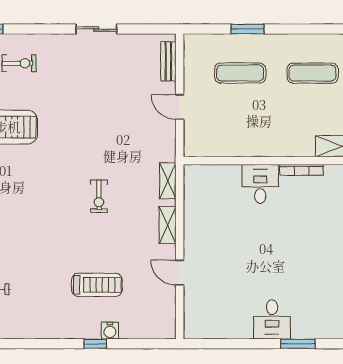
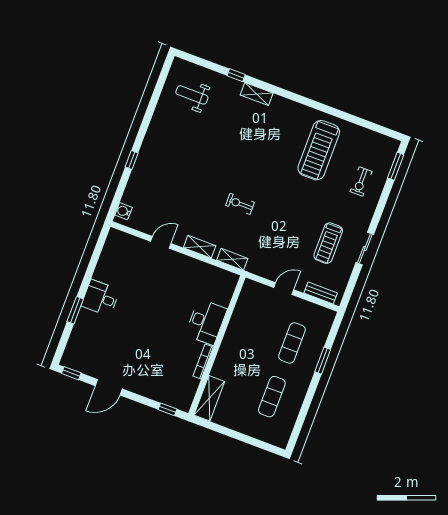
desk: (260, 184) -> (206, 322), width x1.37
treadmill: (97, 285) -> (328, 243), moved
water cooler: (110, 331) -> (124, 211), moved

